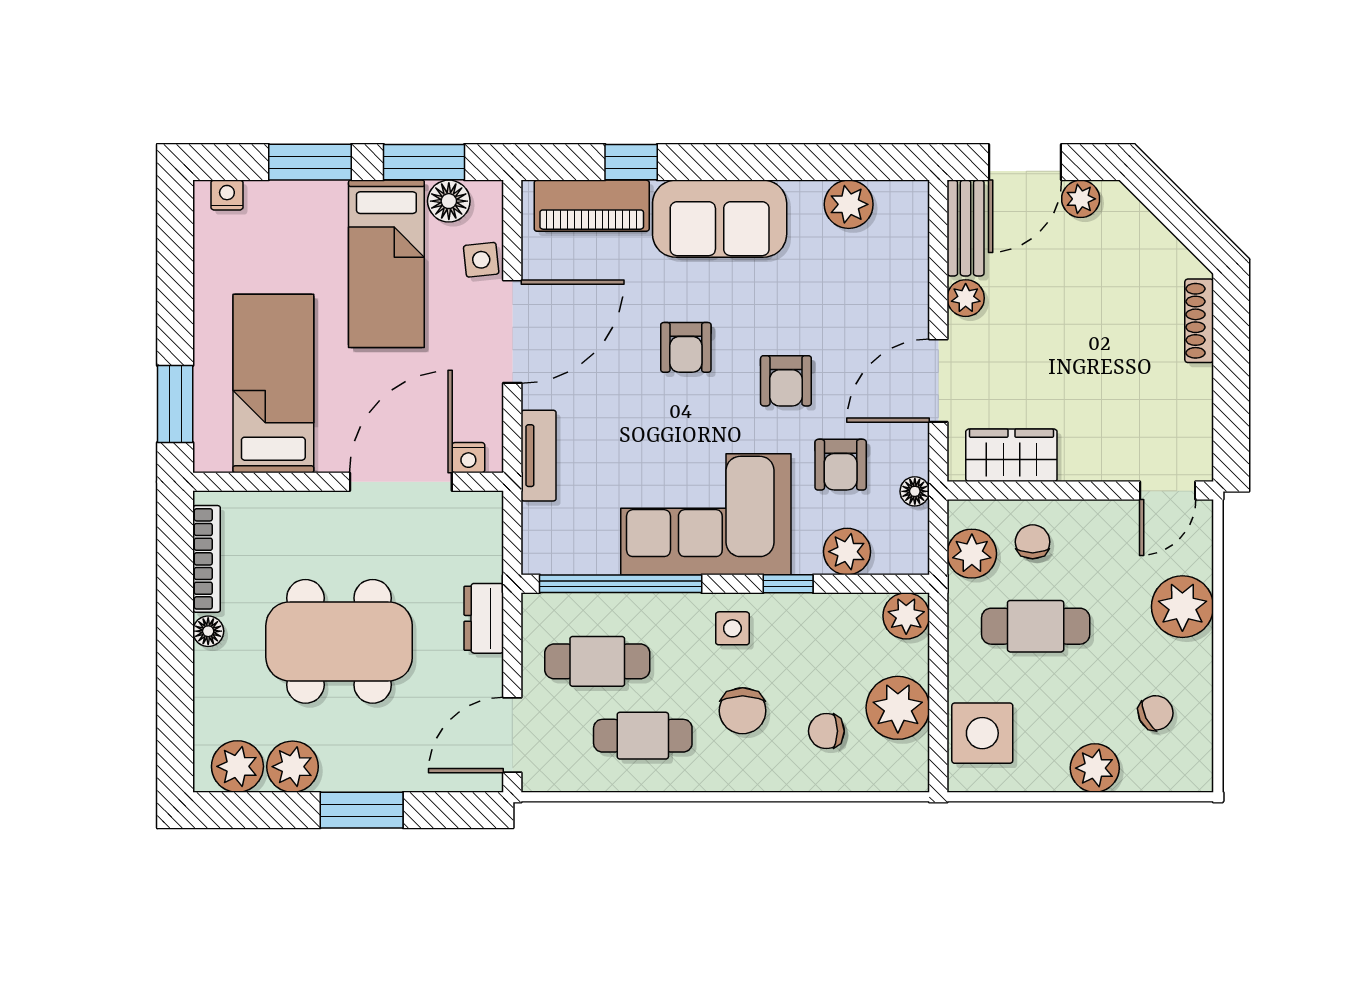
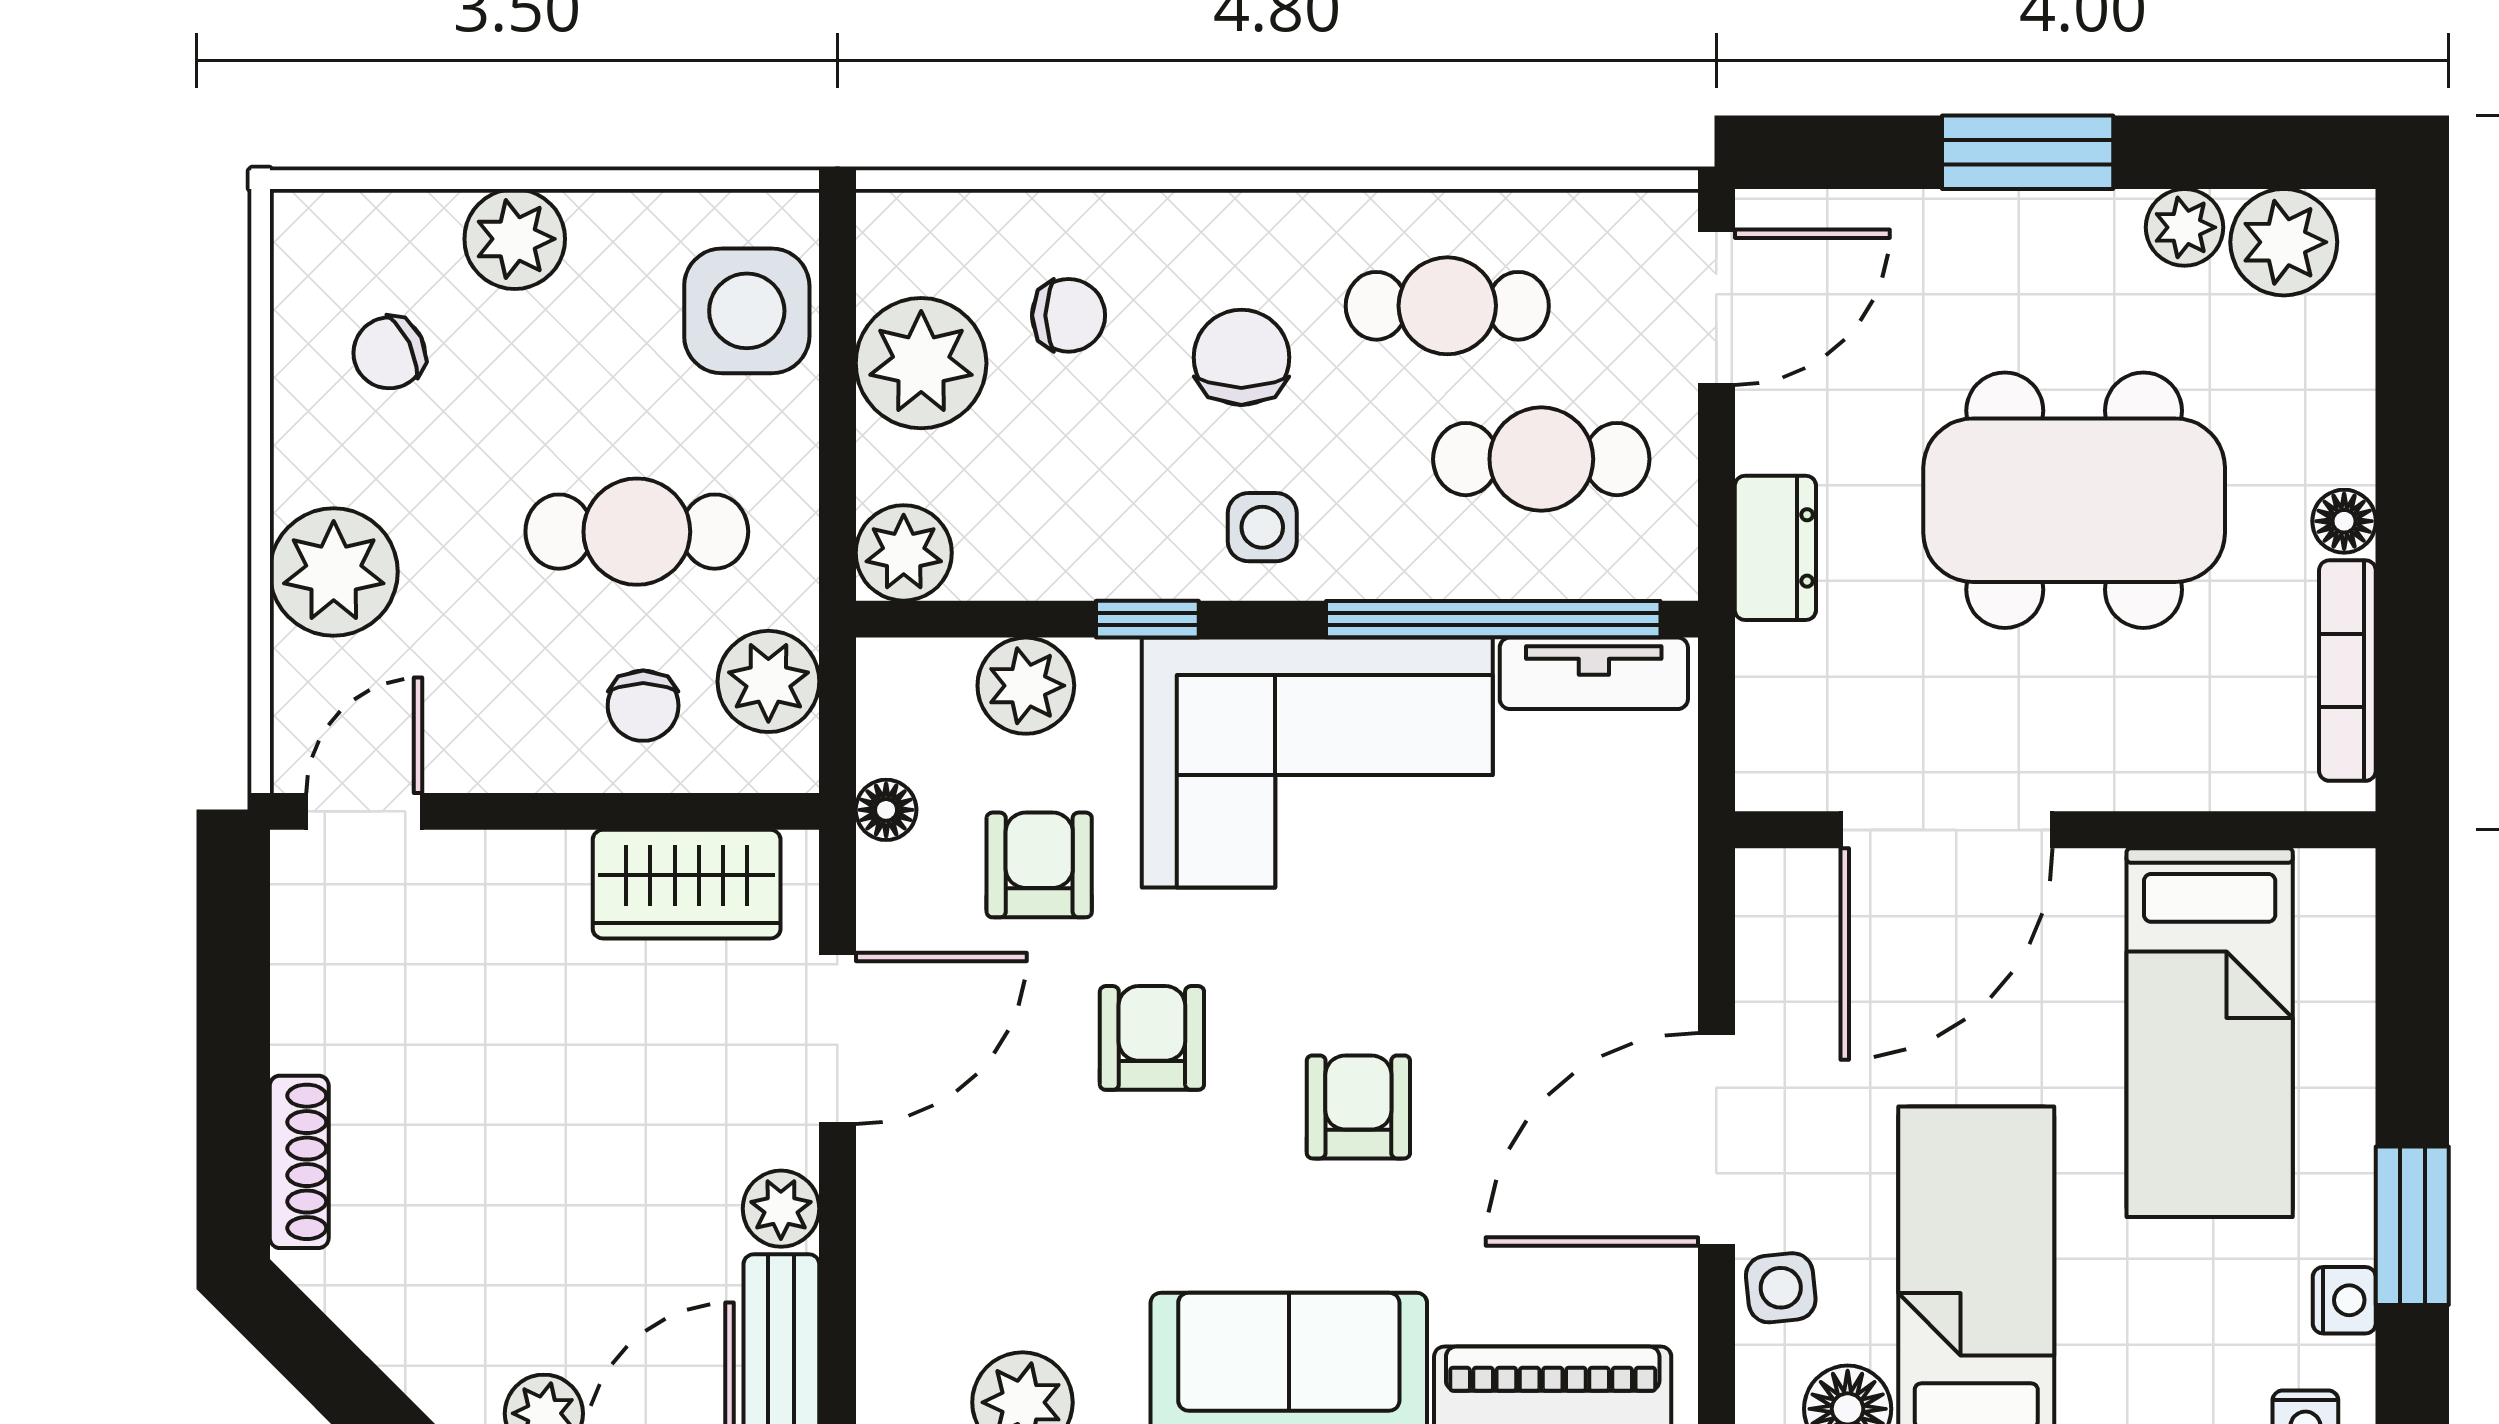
window: (175, 404) -> (2412, 1226), moved
tv unit: (539, 456) -> (1594, 673), moved, turned -90
nightstand: (468, 458) -> (2344, 1300), moved, turned 90
plant: (293, 767) -> (2184, 227), width x0.73, depth x0.73

